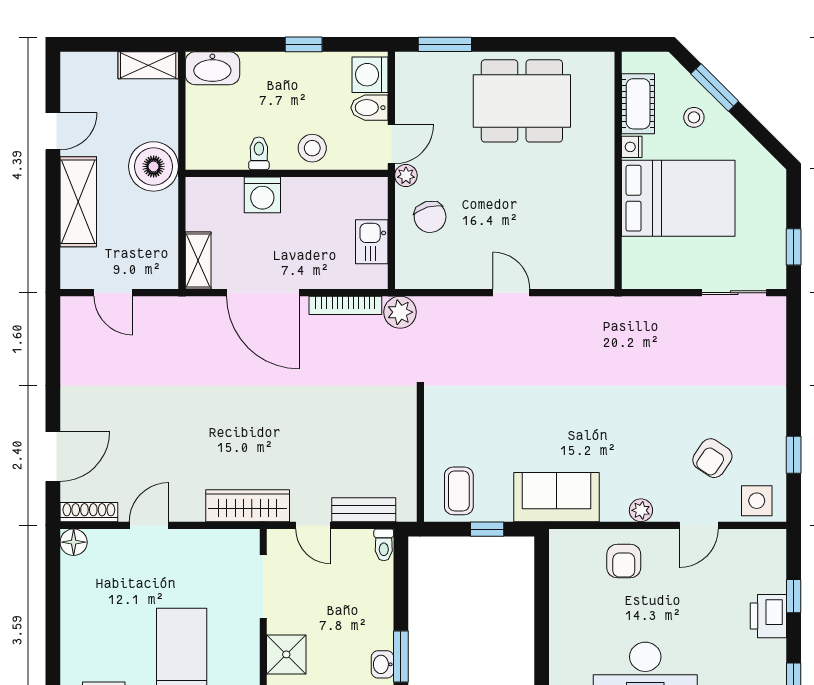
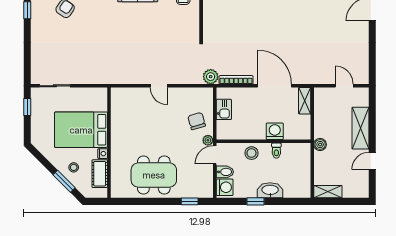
window: (445, 44) -> (190, 201), width x0.67
washbasin: (212, 68) -> (270, 190), moved
boiler: (154, 166) -> (320, 144), width x0.54, depth x0.54

